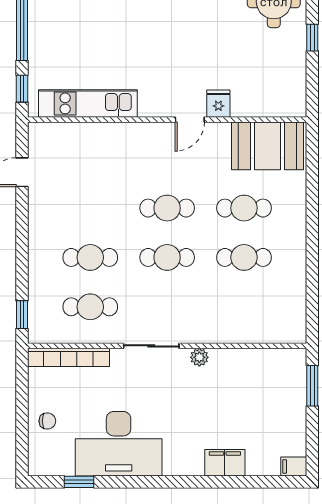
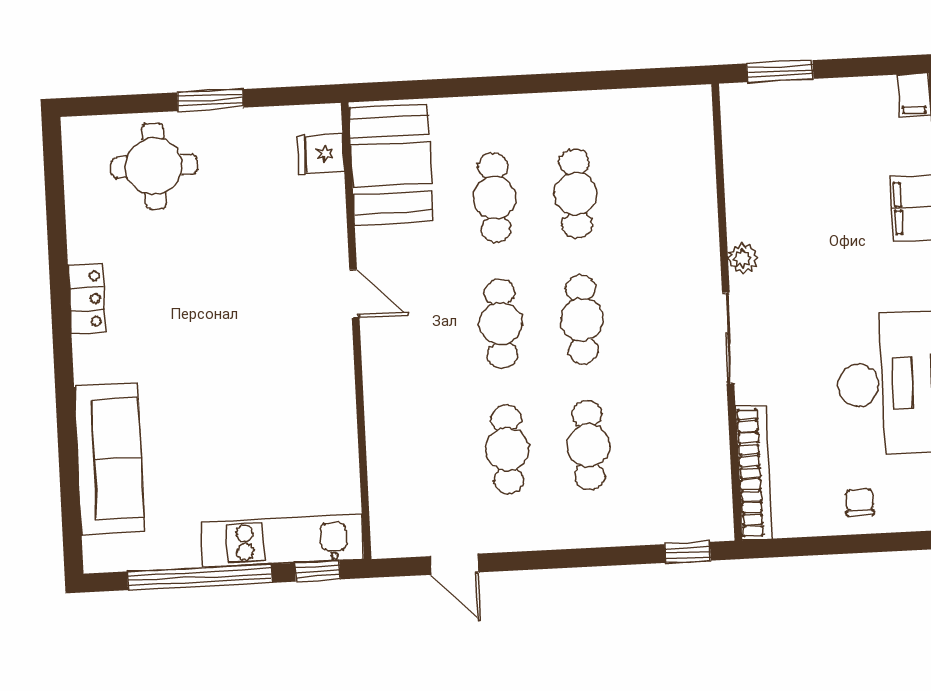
window: (312, 38) -> (210, 100), width x1.50
kitchen unit: (88, 103) -> (282, 541), moved, turned 90
fridge: (218, 104) -> (321, 154), moved
cafe table: (90, 307) -> (507, 449), moved

